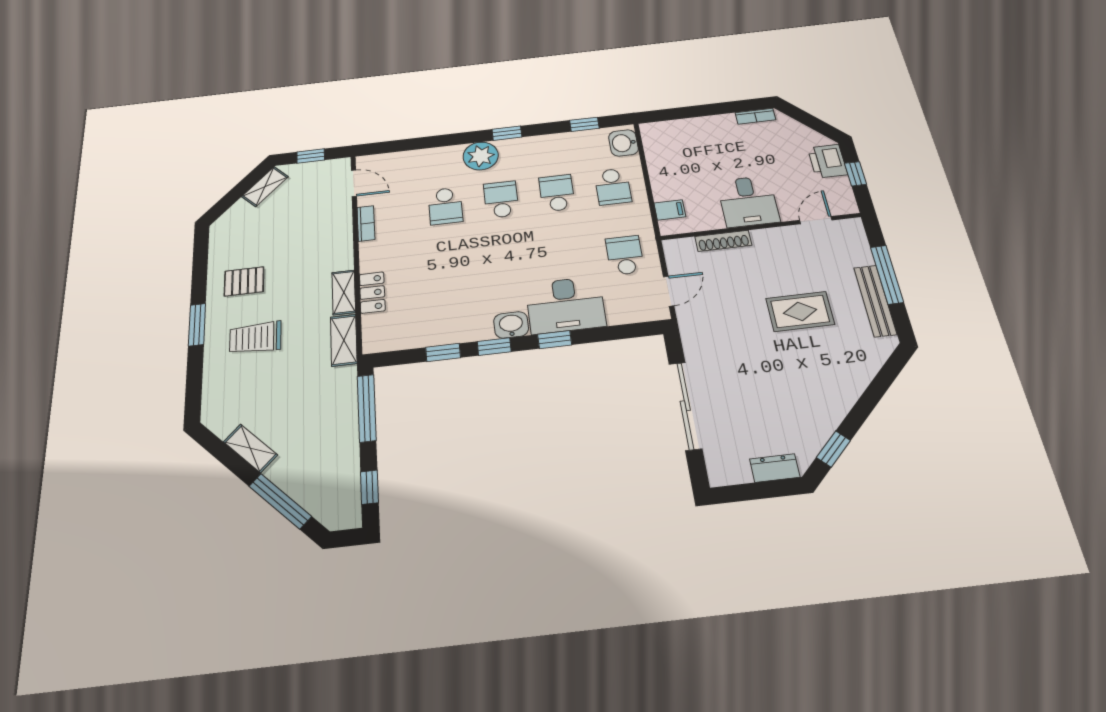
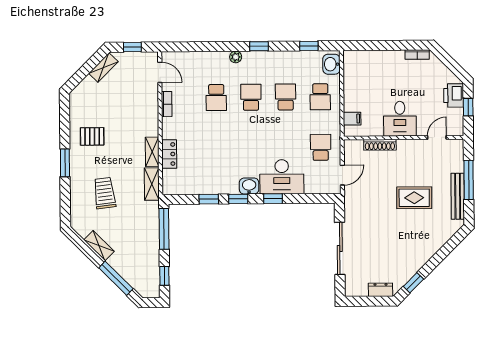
plant: (481, 156) -> (236, 57), width x0.53, depth x0.53
trolley: (255, 338) -> (105, 193), moved, turned 83

